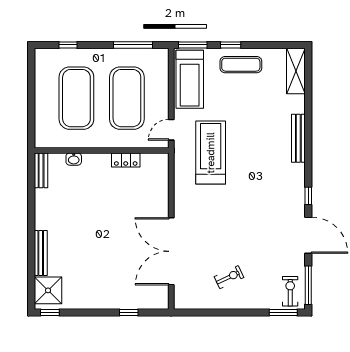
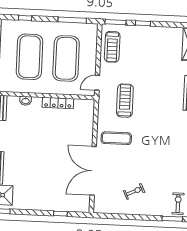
exercise mat: (241, 65) -> (116, 138), moved
treadmill: (190, 79) -> (112, 47), width x0.73, depth x0.73
treadmill: (211, 153) -> (125, 101), width x0.73, depth x0.73
locker: (126, 160) -> (58, 103), width x1.53

